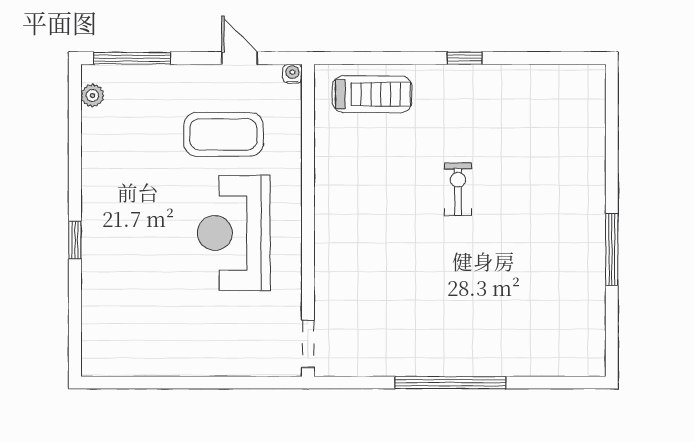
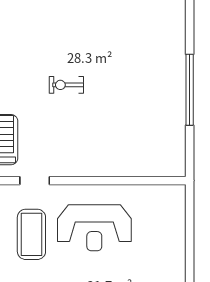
doorway: (308, 344) -> (35, 181), moved

